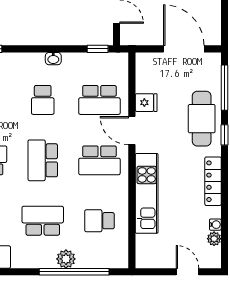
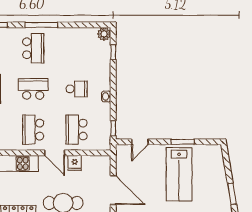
door: (184, 49) -> (113, 190), hinge flipped
school desk: (43, 100) -> (77, 89), turned 180
door: (132, 131) -> (55, 153), swing flipped

